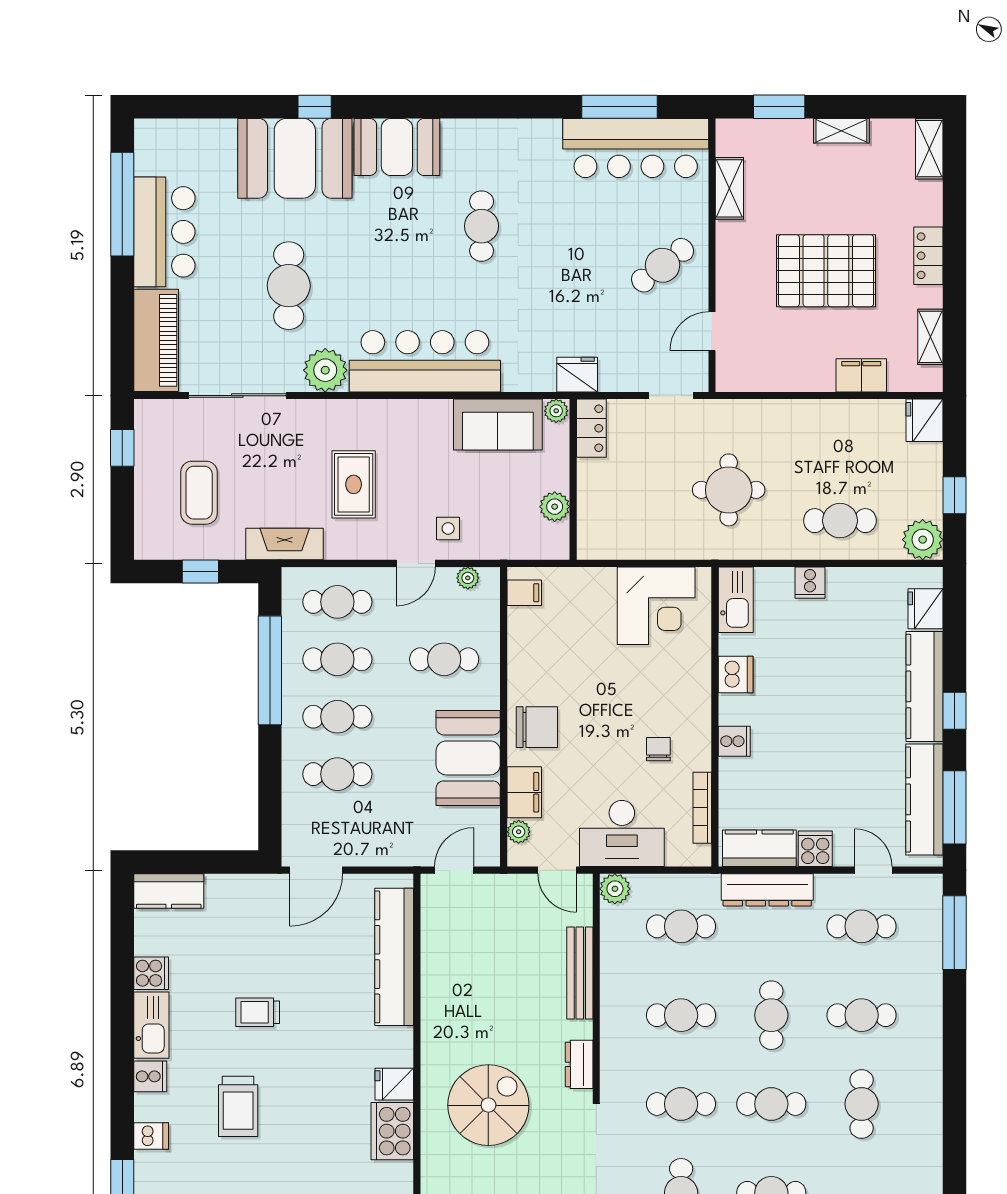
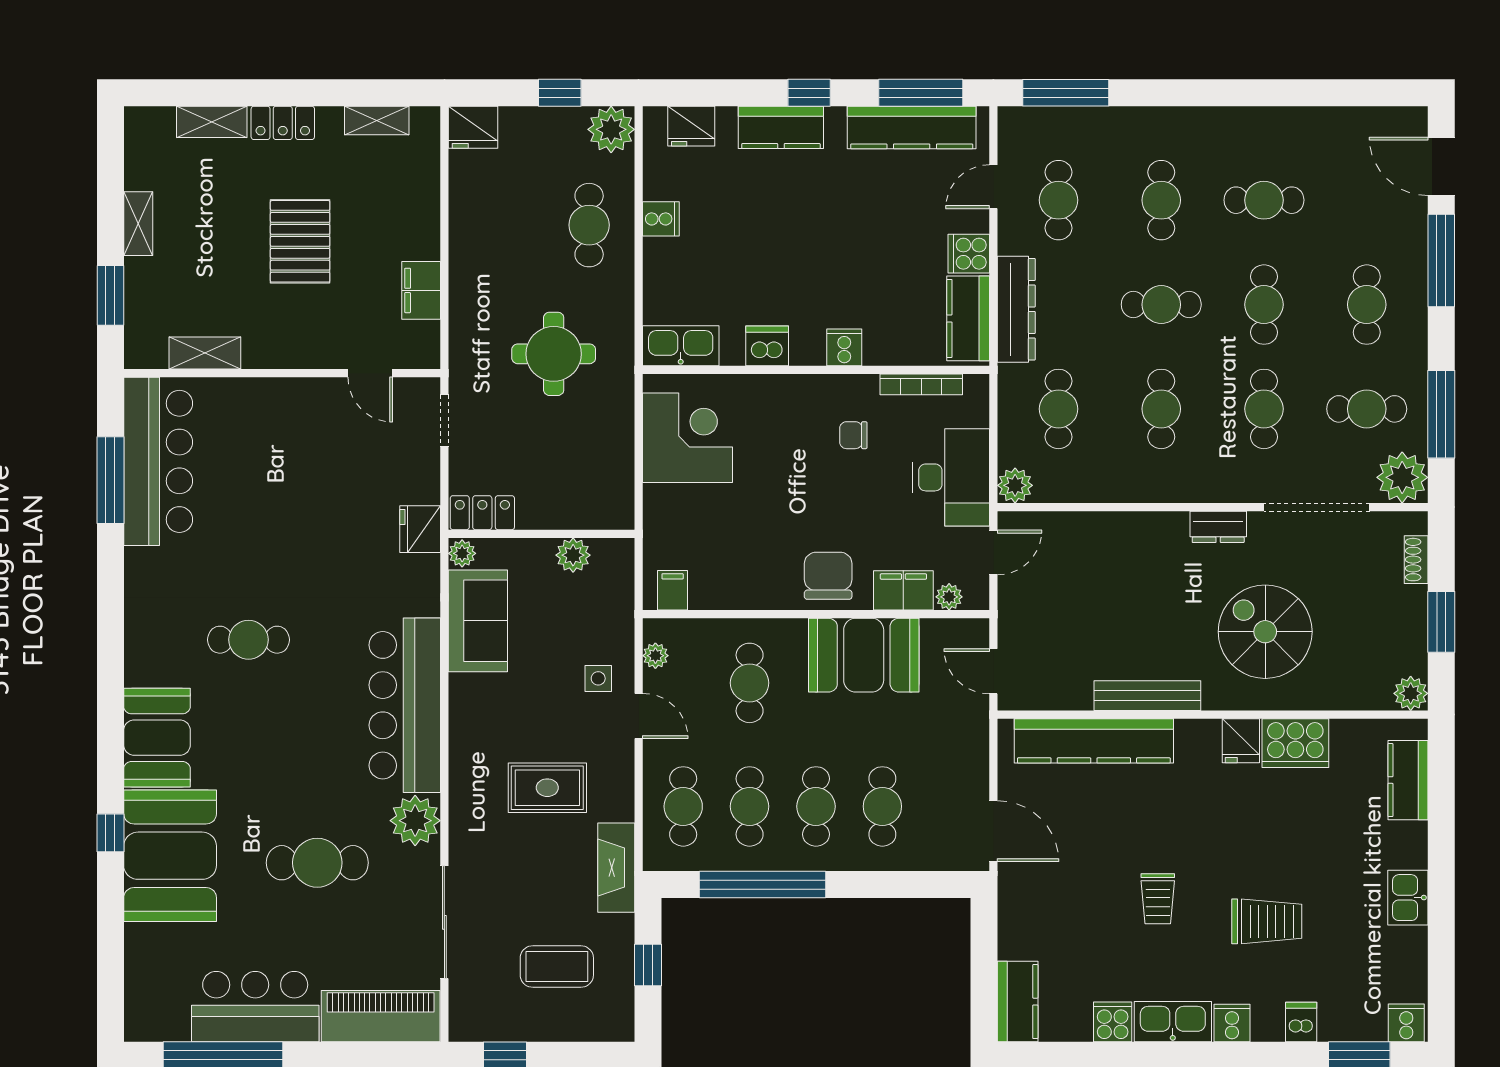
shelving: (929, 149) -> (212, 122), moved
cafe table: (663, 265) -> (294, 430), removed
pallet: (826, 271) -> (300, 241), width x0.73, depth x0.71
filing cabinet: (861, 375) -> (421, 290), moved
cooker: (810, 583) -> (661, 219), moved
kitchen counter: (925, 686) -> (781, 127), width x0.67
bench: (580, 973) -> (1147, 696), moved

